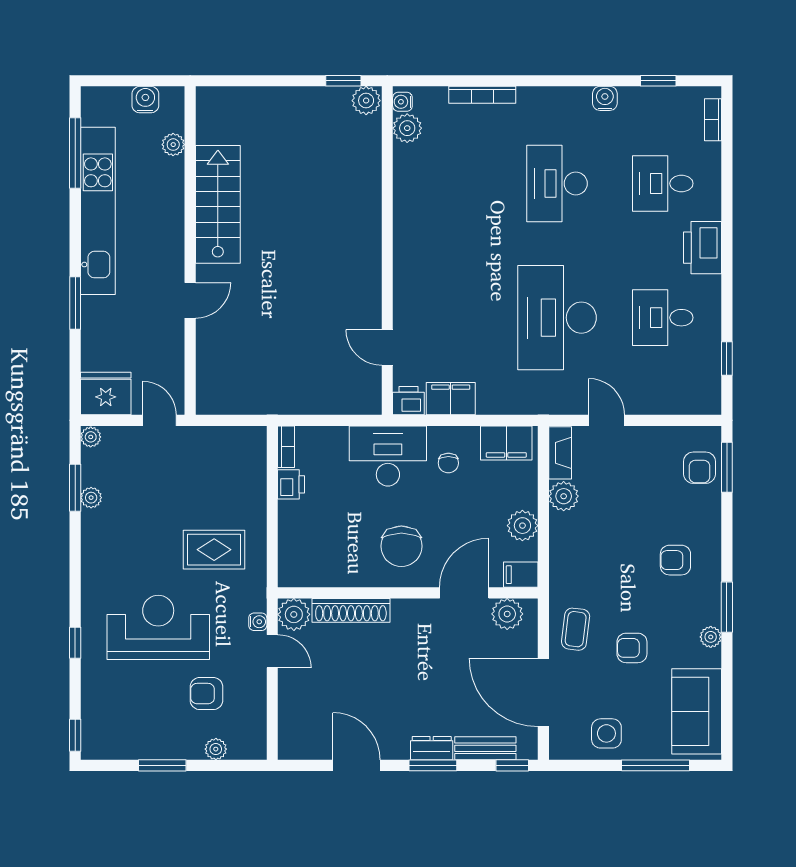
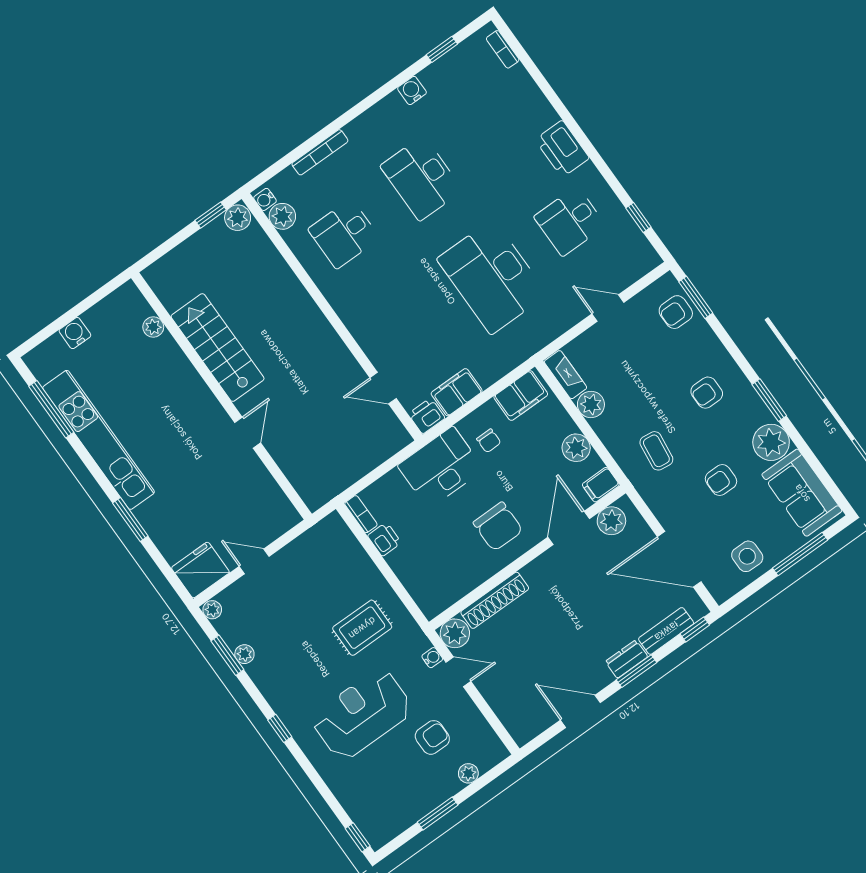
plant: (173, 145) -> (153, 327), moved
desk: (663, 183) -> (344, 234), moved
stairs: (218, 204) -> (218, 348), moved
wall: (190, 251) -> (221, 396), moved
door: (190, 300) -> (248, 433), moved
door: (607, 420) -> (608, 308), moved
armchair: (699, 468) -> (676, 312), turned 90
coffee table: (576, 629) -> (656, 451), moved
plant: (711, 637) -> (771, 442), width x1.88, depth x1.88
window: (75, 643) -> (280, 728), moved
armchair: (206, 694) -> (432, 737), turned 180

